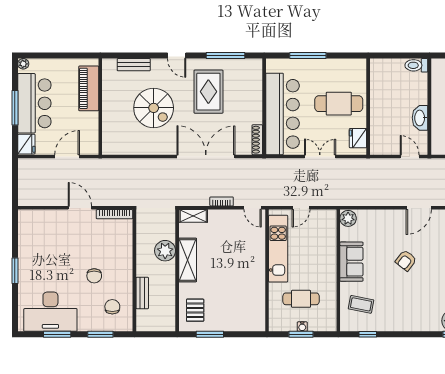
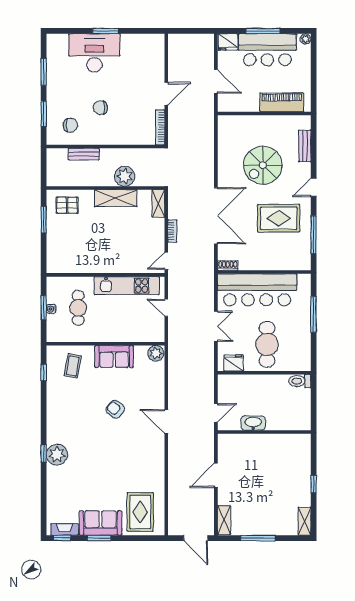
toilet: (416, 65) -> (300, 381), moved, turned -90
shoe rack: (257, 140) -> (228, 265), width x0.70
desk: (50, 312) -> (94, 53), moved, turned 90

